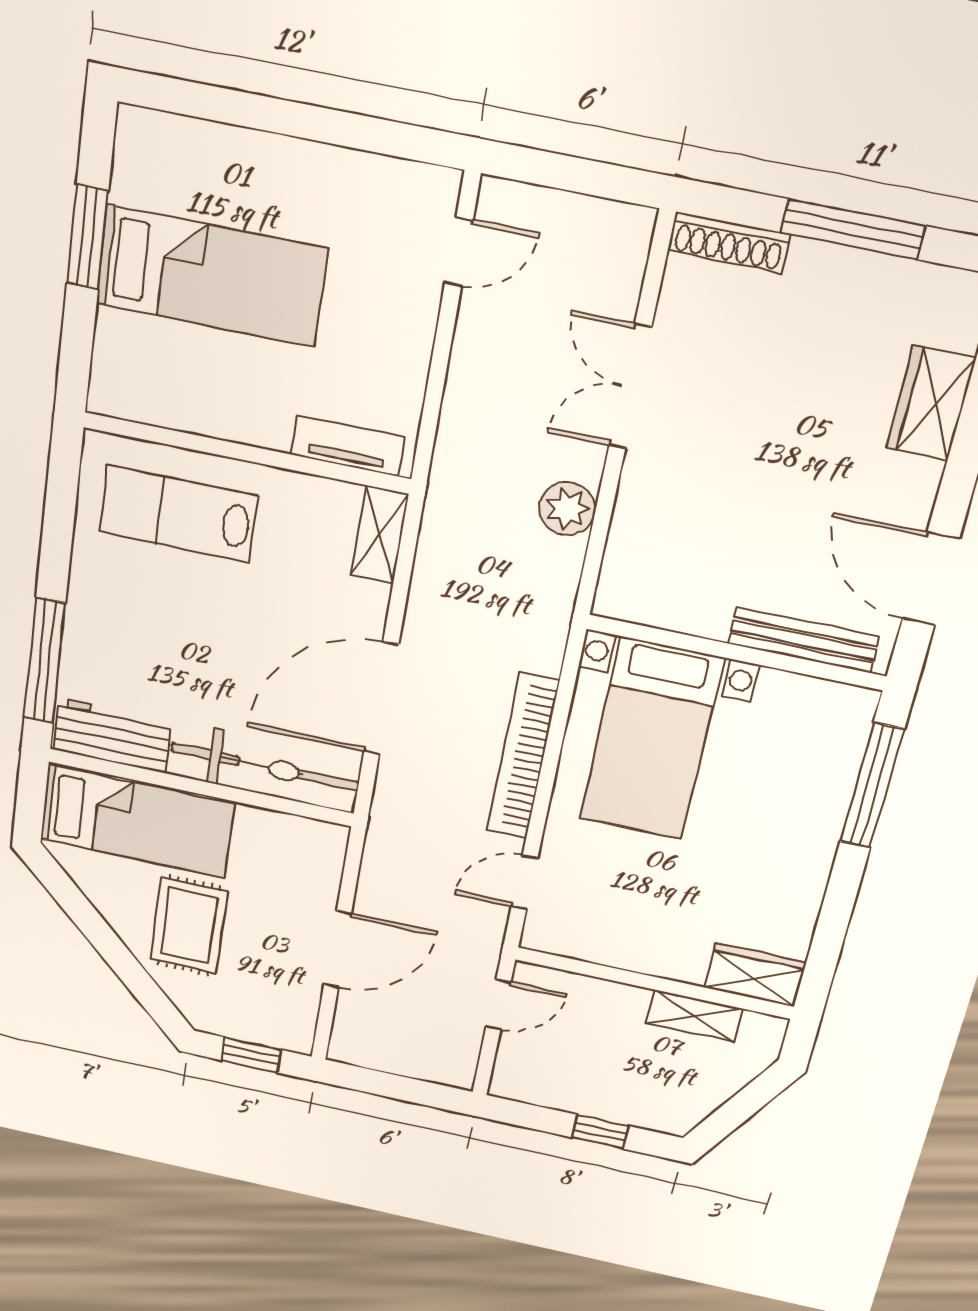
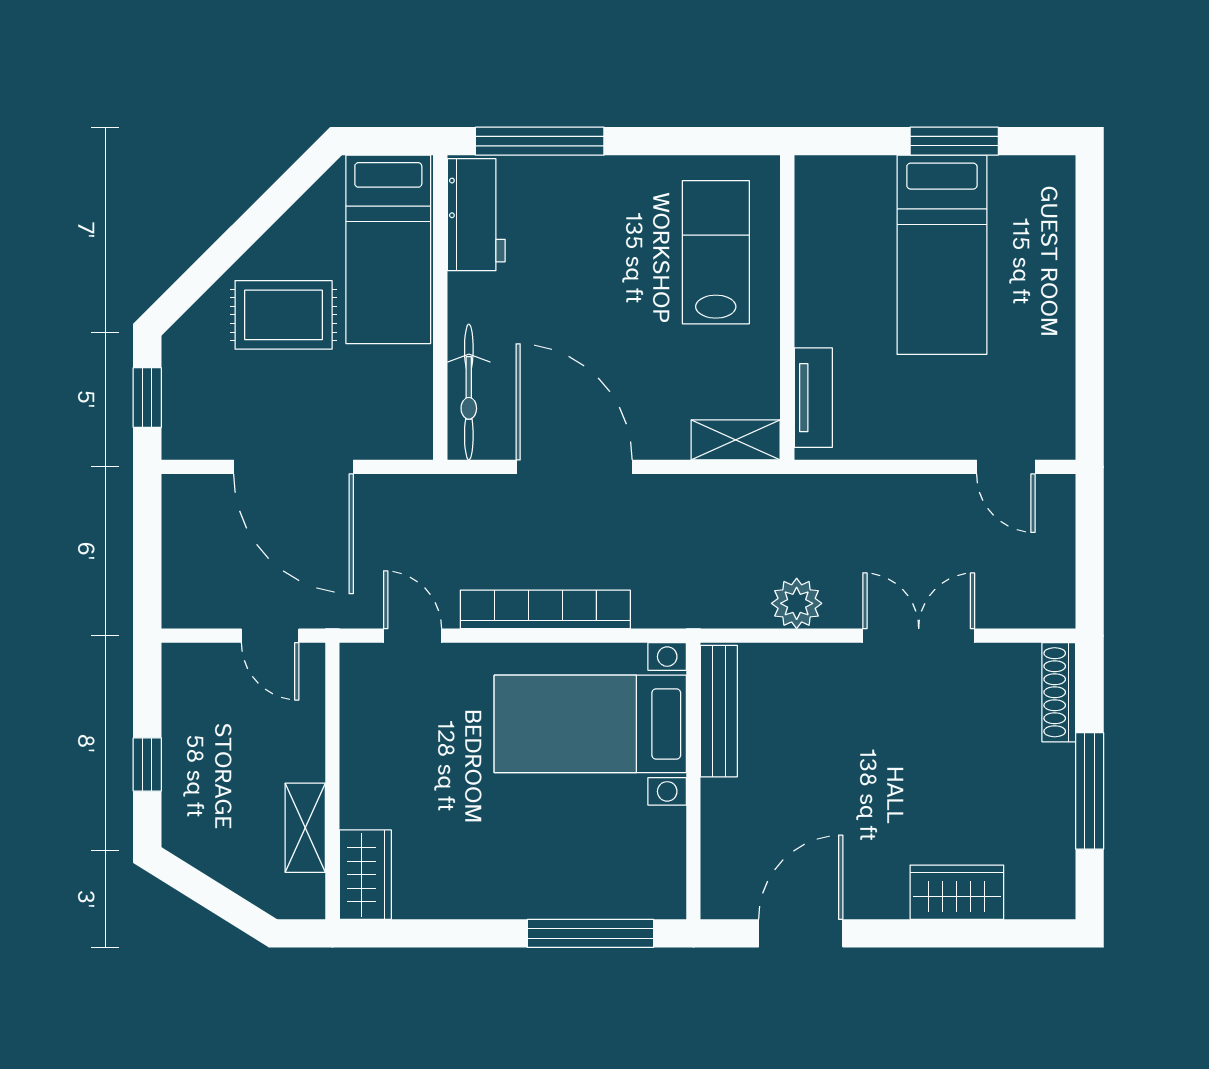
bench: (803, 640) -> (719, 711), moved
bicycle: (265, 767) -> (469, 392), width x0.73, depth x0.71
door: (337, 949) -> (294, 467), width x1.36

